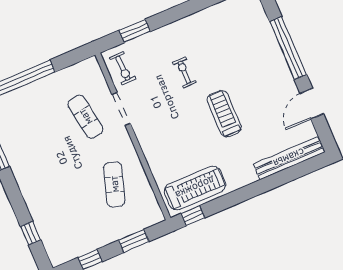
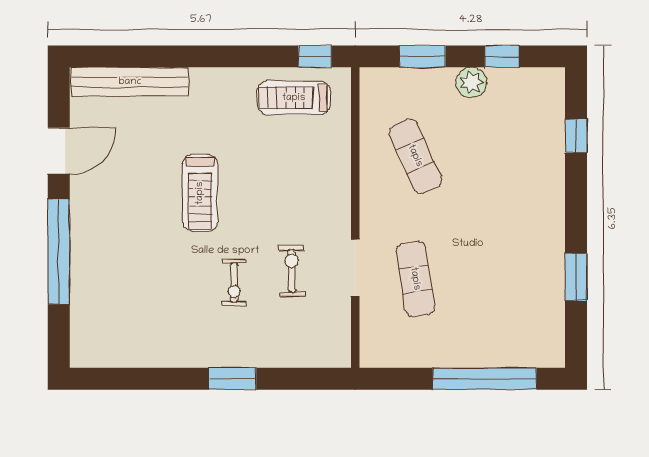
window: (135, 31) -> (233, 379), moved
exercise bike: (123, 68) -> (292, 271), moved
exercise mat: (114, 184) -> (415, 156), turned -42
treadmill: (195, 188) -> (294, 98), width x0.73, depth x0.73
plant: (101, 238) -> (471, 83), added

